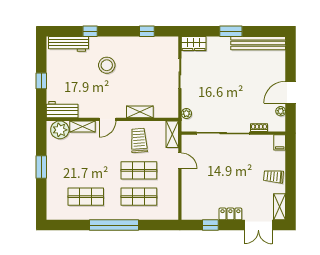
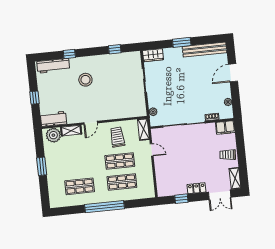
door: (291, 92) -> (233, 73), moved
shelving: (140, 112) -> (116, 114), removed
filing cabinet: (280, 142) -> (225, 127), width x2.00

